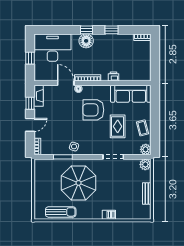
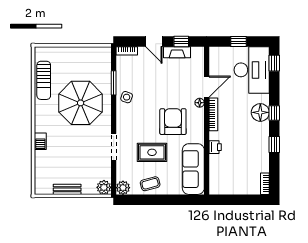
window: (47, 30) -> (274, 63), added
fireplace: (39, 96) -> (177, 52), moved

